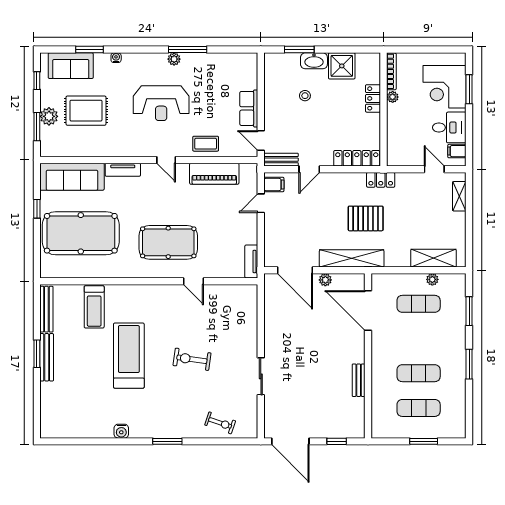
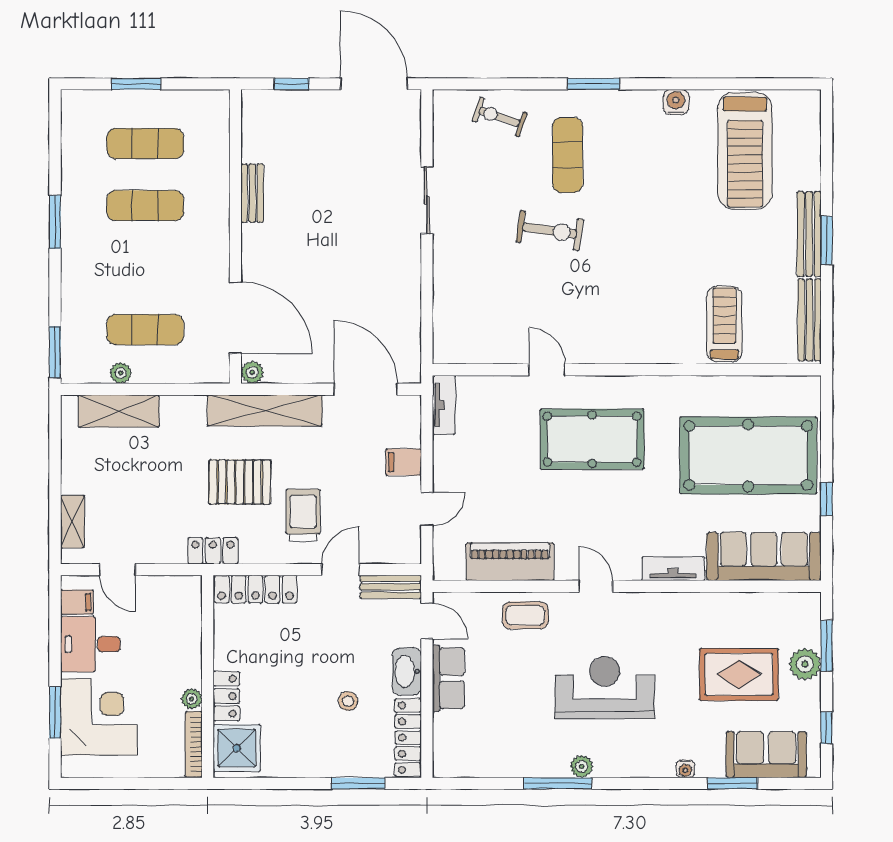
washbasin: (314, 61) -> (407, 671), moved, turned -90
shower: (342, 66) -> (237, 748), moved
locker: (271, 75) -> (408, 738), added
filing cabinet: (274, 185) -> (404, 462), moved
trolley: (330, 200) -> (303, 515), added
plant: (325, 280) -> (252, 372), moved
window: (469, 311) -> (55, 352), moved
treadmill: (129, 356) -> (745, 151), moved
exercise mat: (182, 402) -> (568, 155), added

